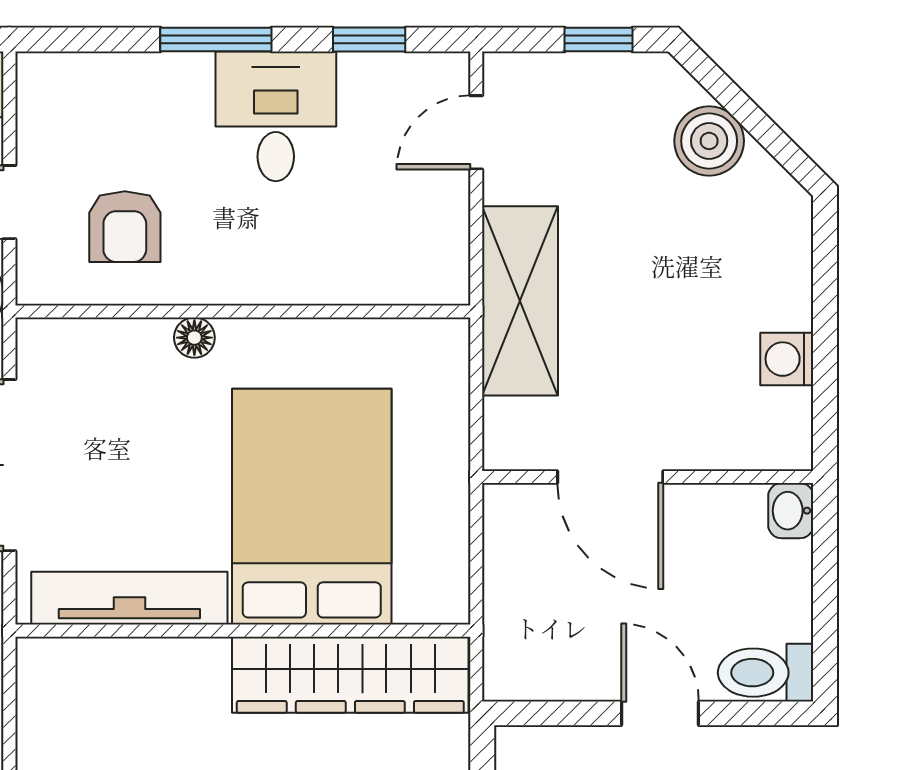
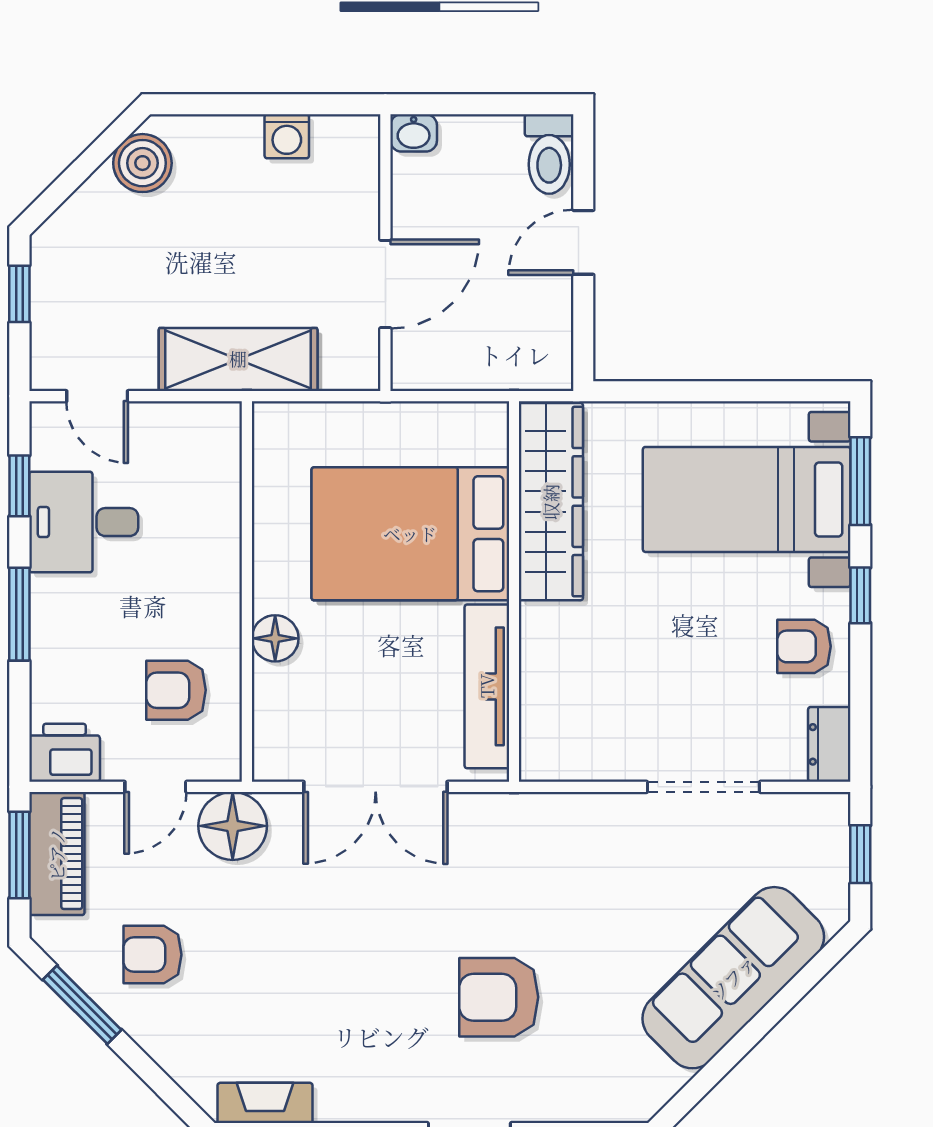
printer: (50, 93) -> (65, 753), added
desk: (276, 116) -> (84, 522), moved
boiler: (709, 141) -> (142, 163), moved
armchair: (125, 227) -> (176, 690), turned 180
floor lamp: (194, 338) -> (275, 638), width x1.37, depth x1.37

